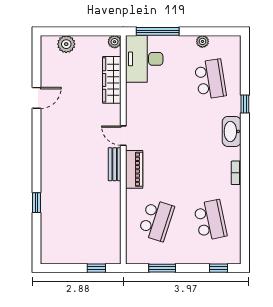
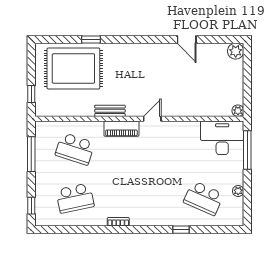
plant: (66, 44) -> (236, 51), moved
school desk: (210, 79) -> (204, 198), turned 33
wardrobe: (112, 80) -> (203, 108), removed
washbasin: (232, 131) -> (156, 218), removed
bench: (115, 164) -> (110, 111), moved
rug: (68, 222) -> (73, 68), added
window: (162, 268) -> (31, 154), width x1.44

